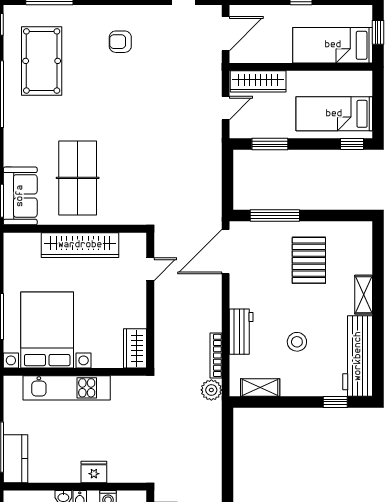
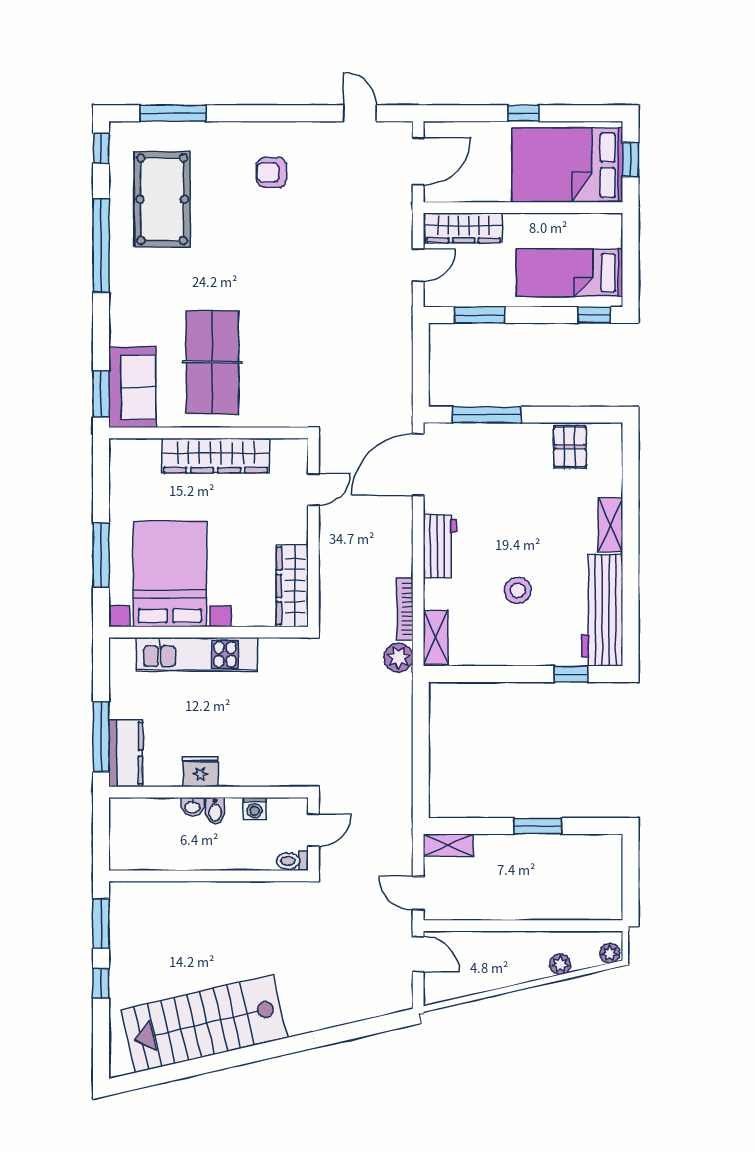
bed: (333, 45) -> (567, 165), width x1.50
pallet: (309, 260) -> (570, 447), moved, width x0.67, depth x0.71
workbench: (241, 332) -> (440, 546), moved
wardrobe: (135, 348) -> (292, 586), width x1.50
shelving: (260, 388) -> (436, 637), moved, turned 90
fridge: (94, 472) -> (200, 772), moved

